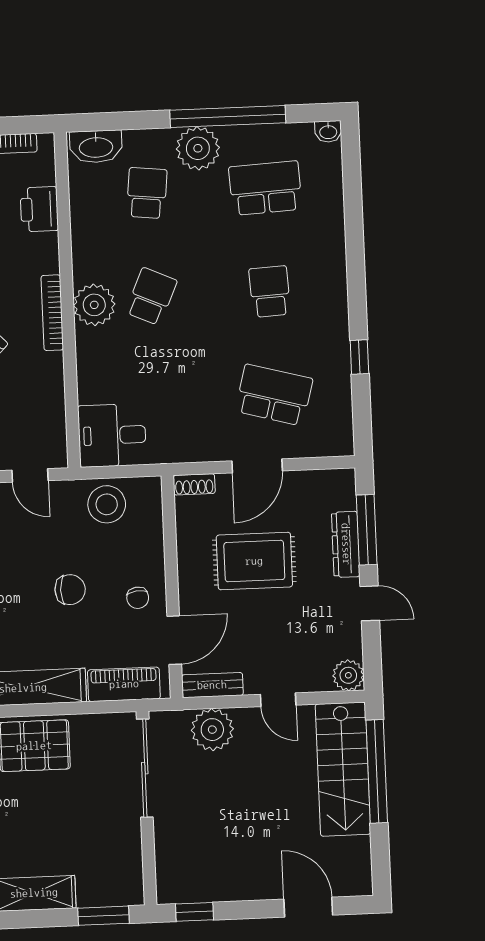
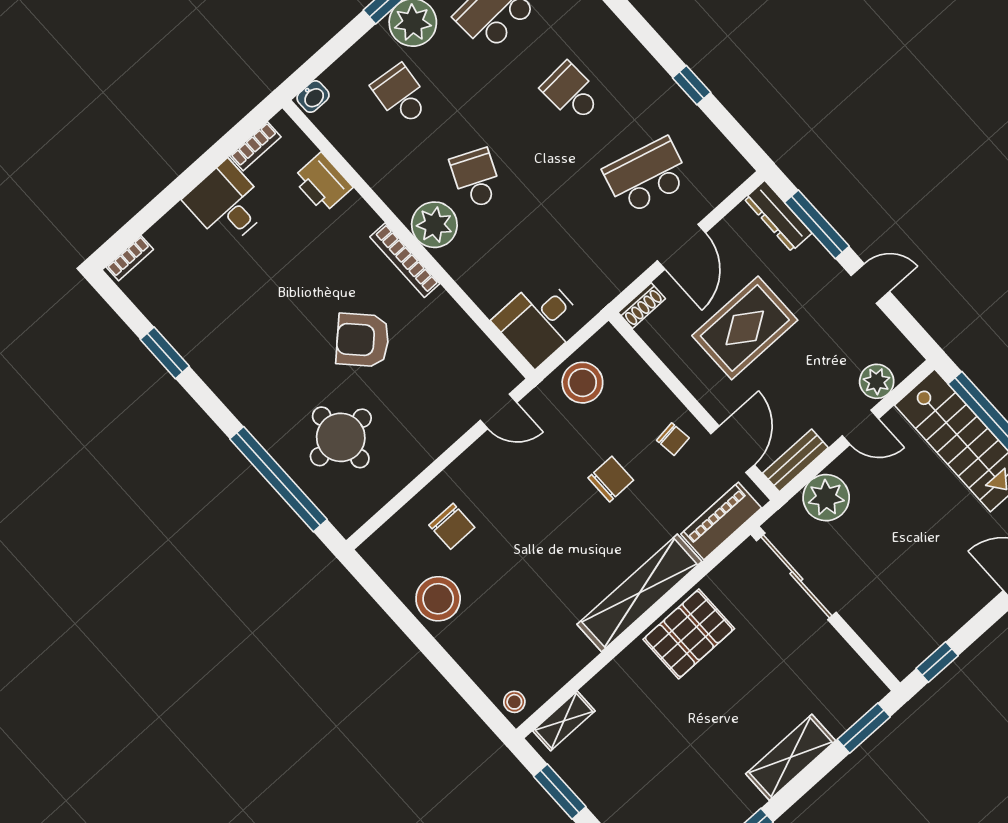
washbasin: (96, 147) -> (313, 97), width x0.52, depth x0.69
dresser: (346, 544) -> (778, 216), moved
plant: (348, 675) -> (877, 381), moved

